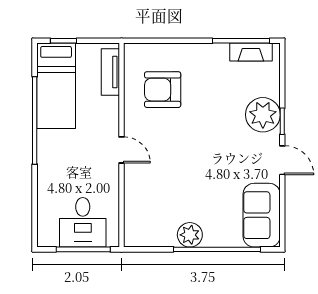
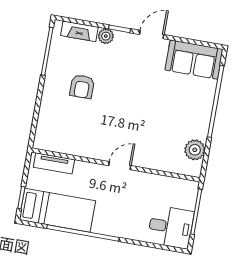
fireplace: (251, 52) -> (79, 31), moved, turned 90
armchair: (163, 90) -> (82, 87), moved, width x0.72, depth x0.72
plant: (263, 115) -> (106, 36), width x0.53, depth x0.53
desk: (83, 222) -> (171, 227), moved
plant: (190, 235) -> (195, 150), moved

